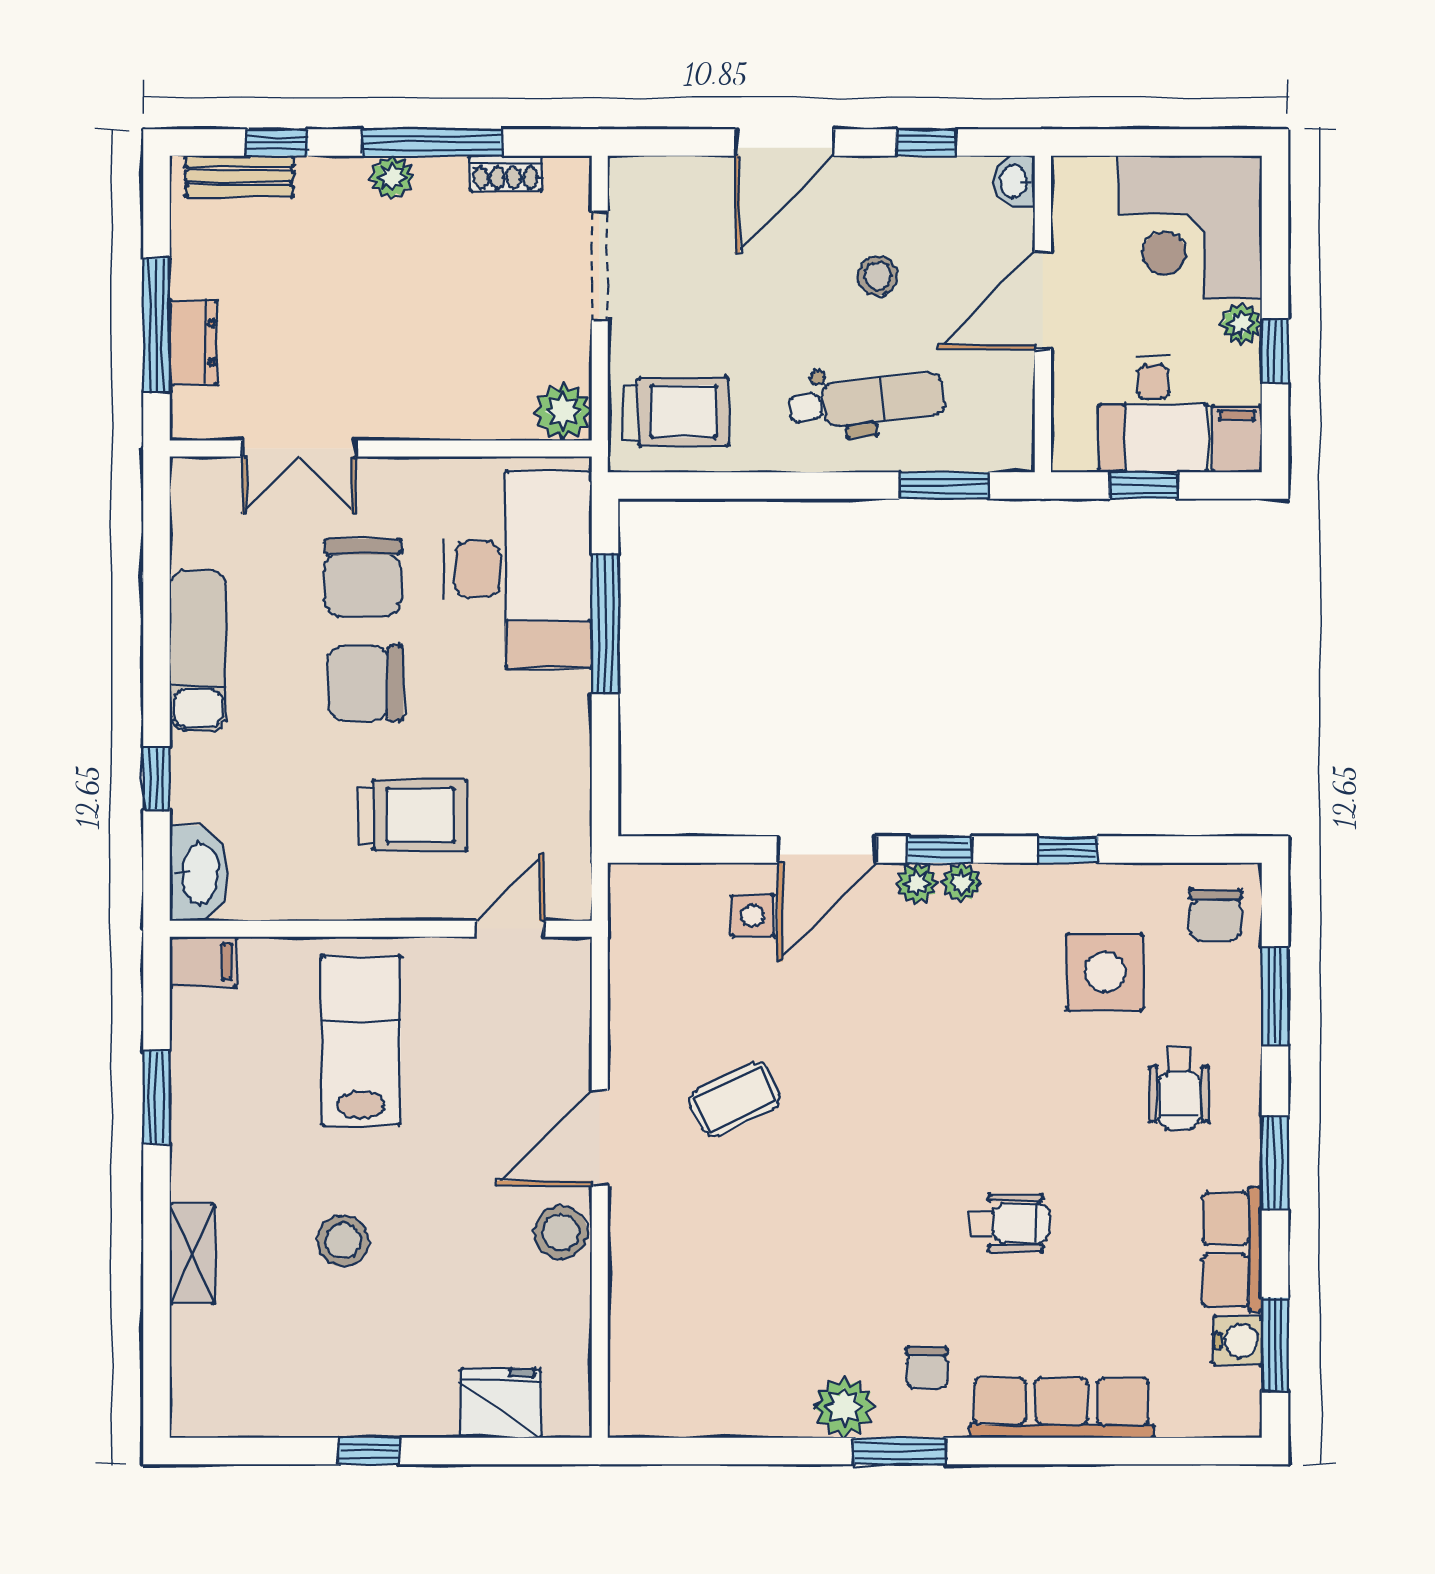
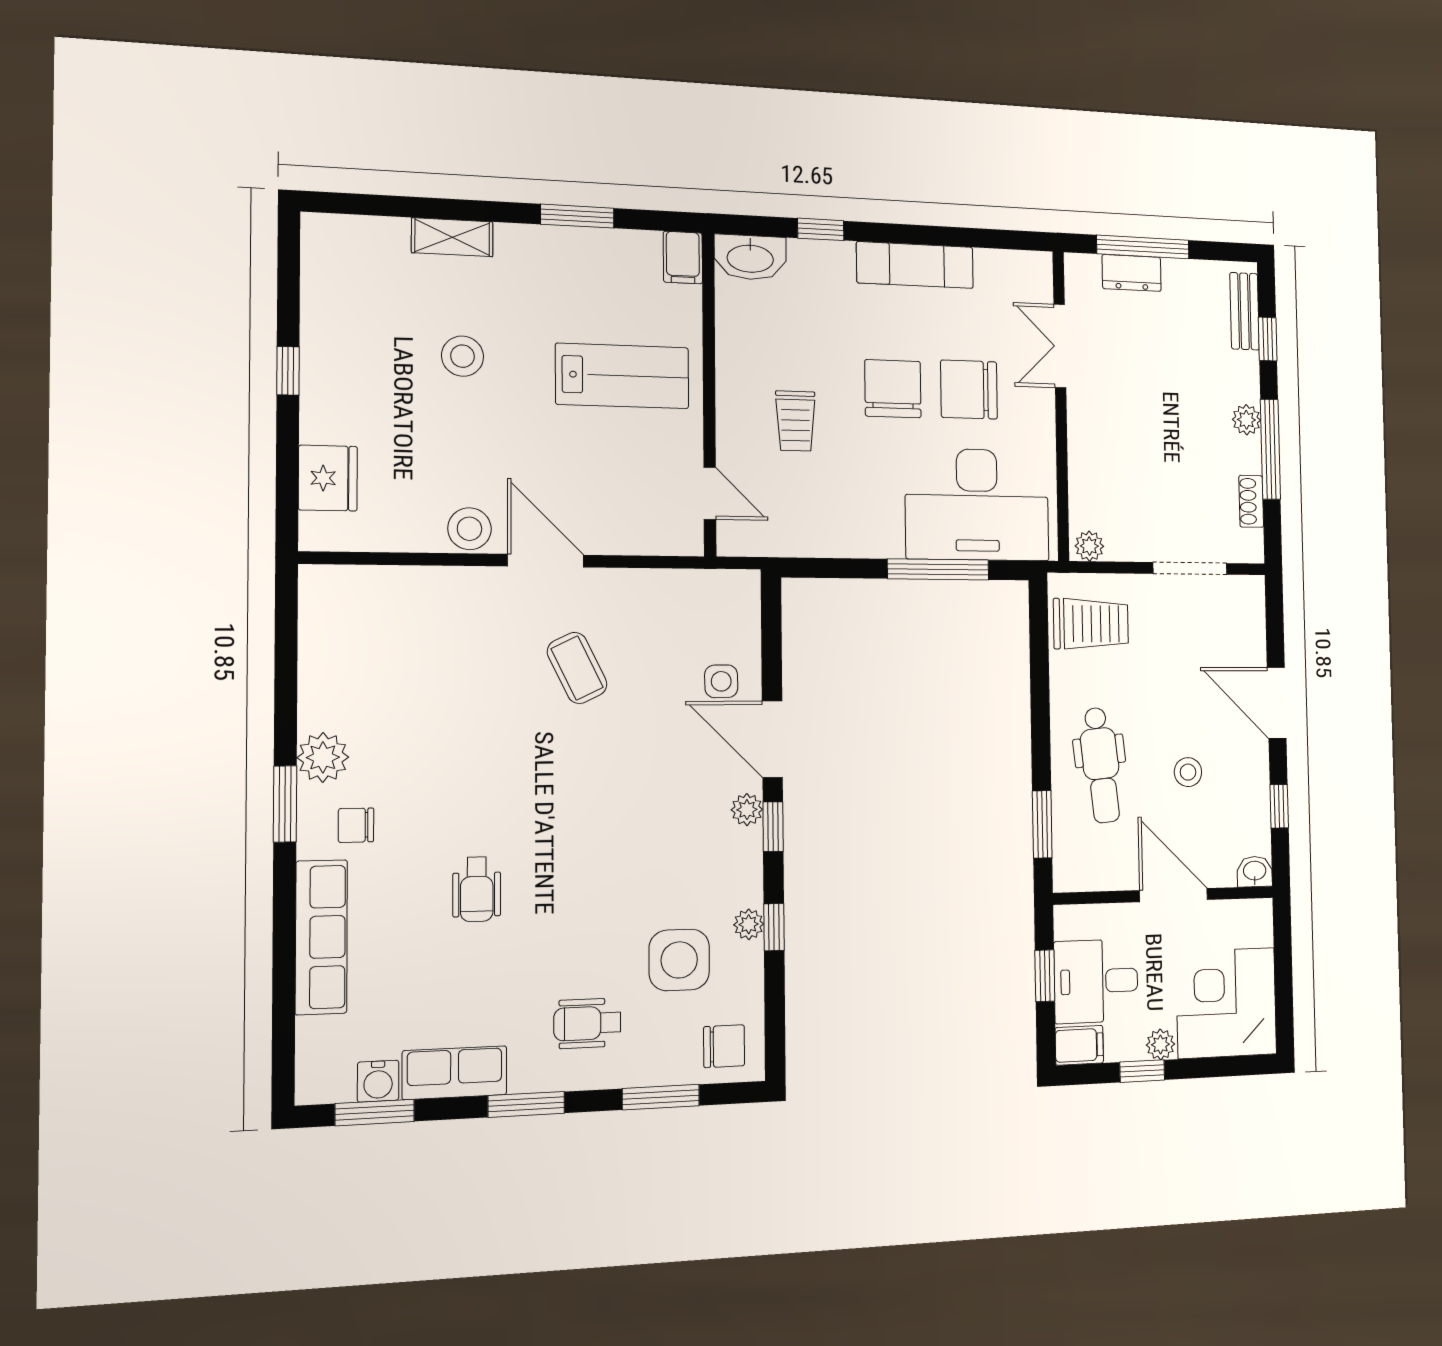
trolley: (676, 411) -> (1091, 624), turned -90
plant: (563, 412) -> (1089, 546), width x0.73, depth x0.73
trolley: (412, 815) -> (795, 421), width x0.73, depth x0.72
plant: (962, 882) -> (749, 924), moved
chair: (1216, 915) -> (724, 1046), turned 180

